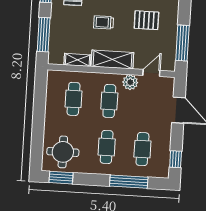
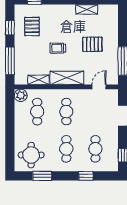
plant: (130, 82) -> (21, 95), moved
window: (61, 178) -> (42, 176), moved
window: (129, 182) -> (86, 176), width x0.46

